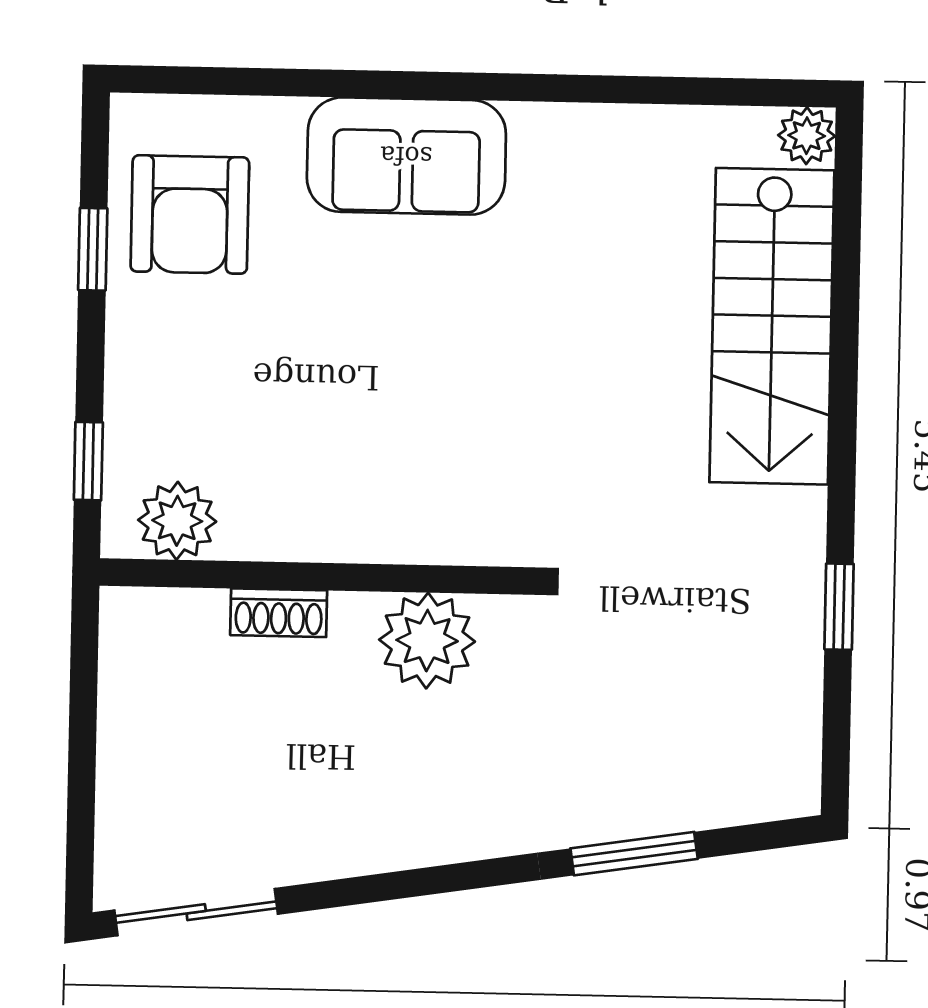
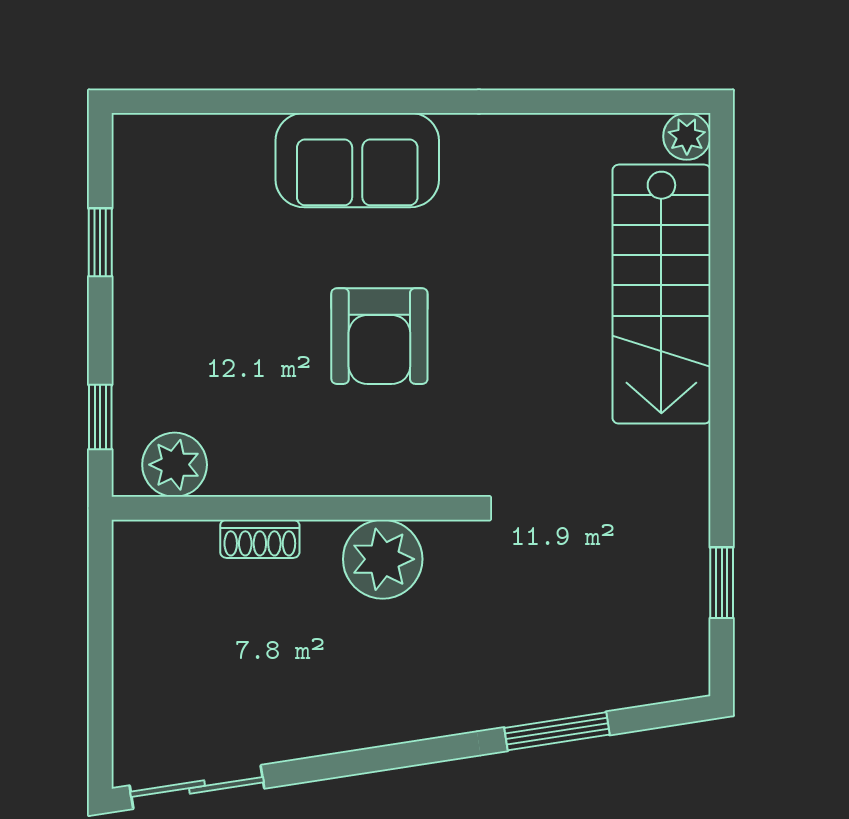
armchair: (190, 214) -> (379, 336), moved
window: (839, 607) -> (722, 583), moved

